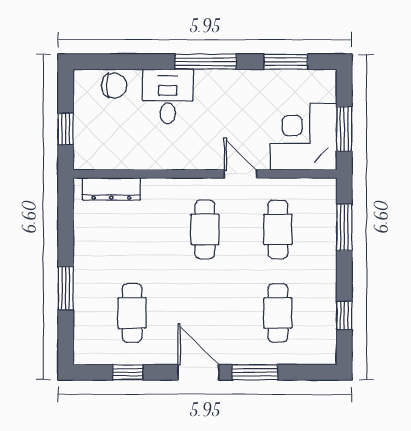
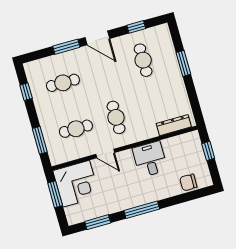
desk: (168, 96) -> (150, 159), moved, turned 180
cafe table: (278, 229) -> (76, 129), turned 90
cafe table: (278, 313) -> (63, 83), turned 90

